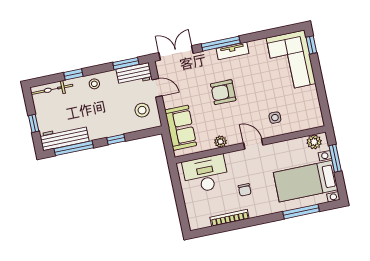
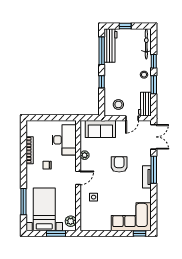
window: (126, 63) -> (154, 85), moved

